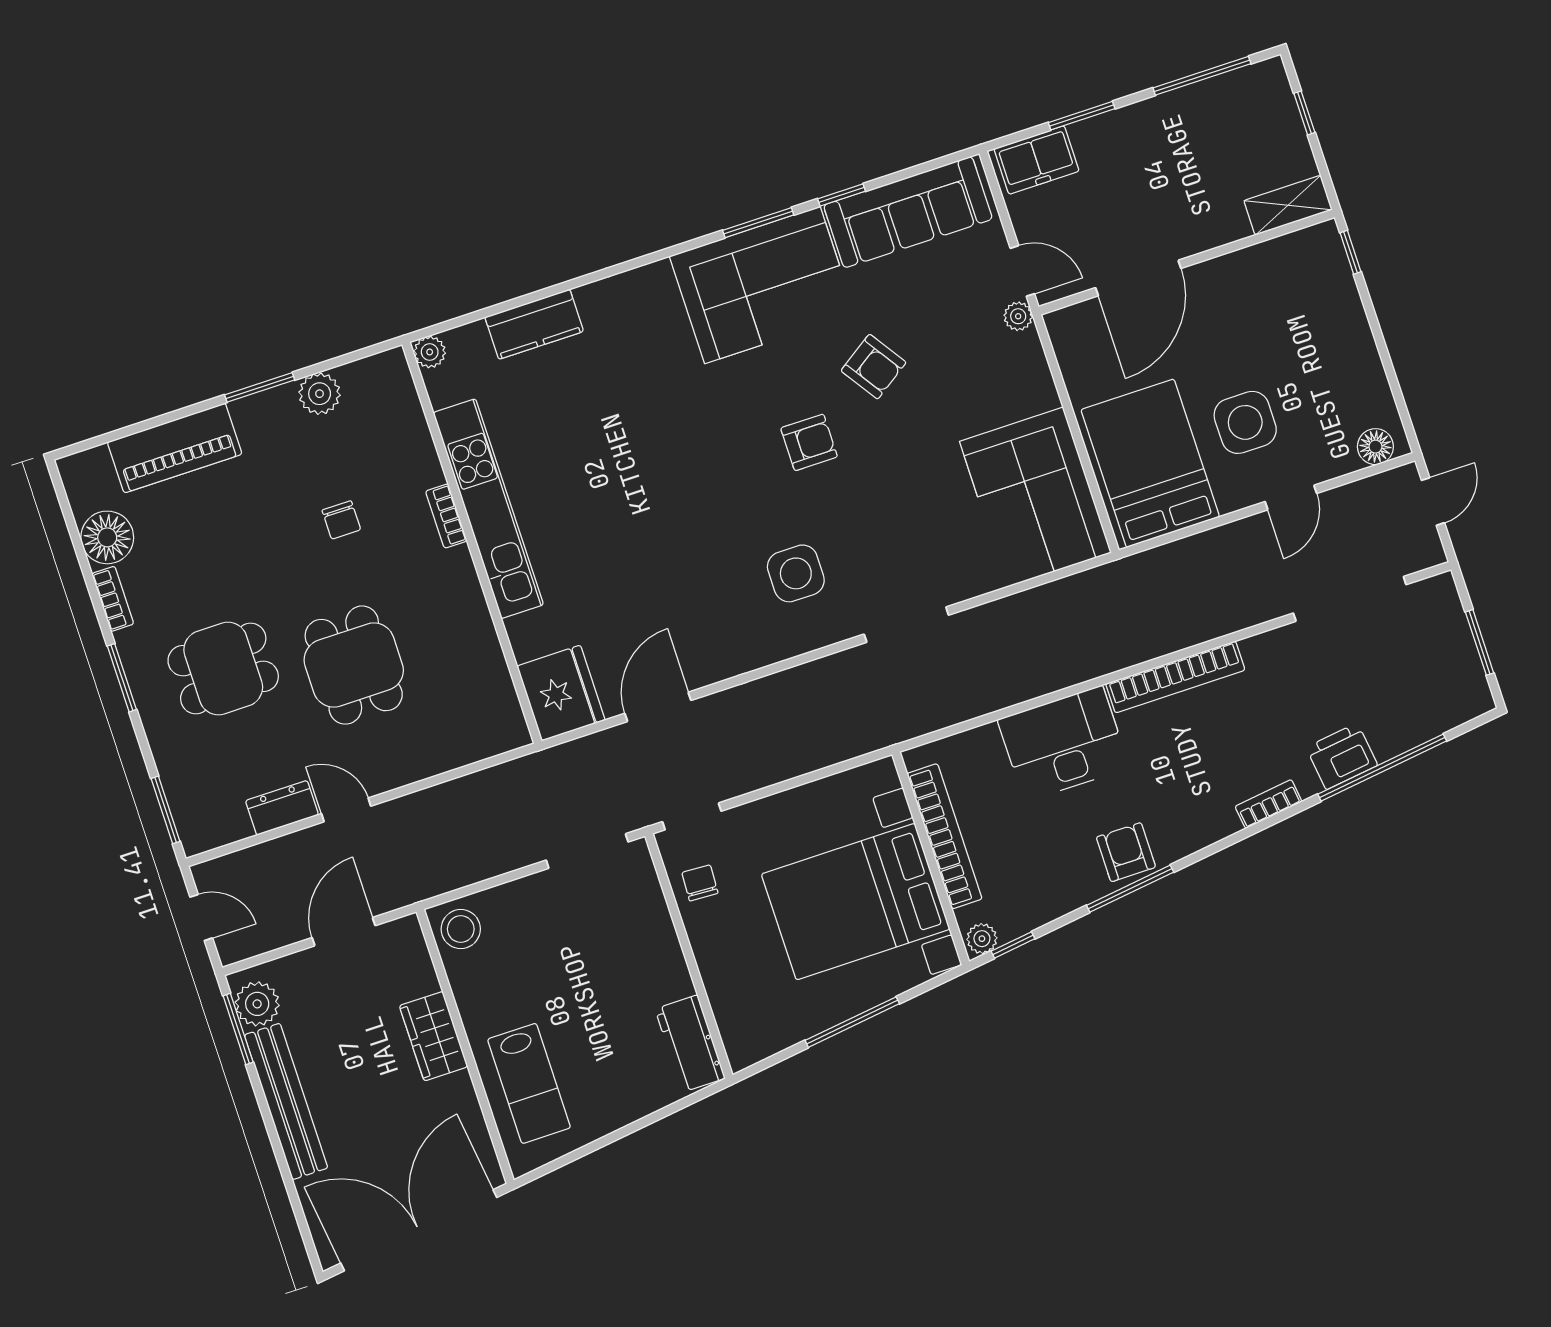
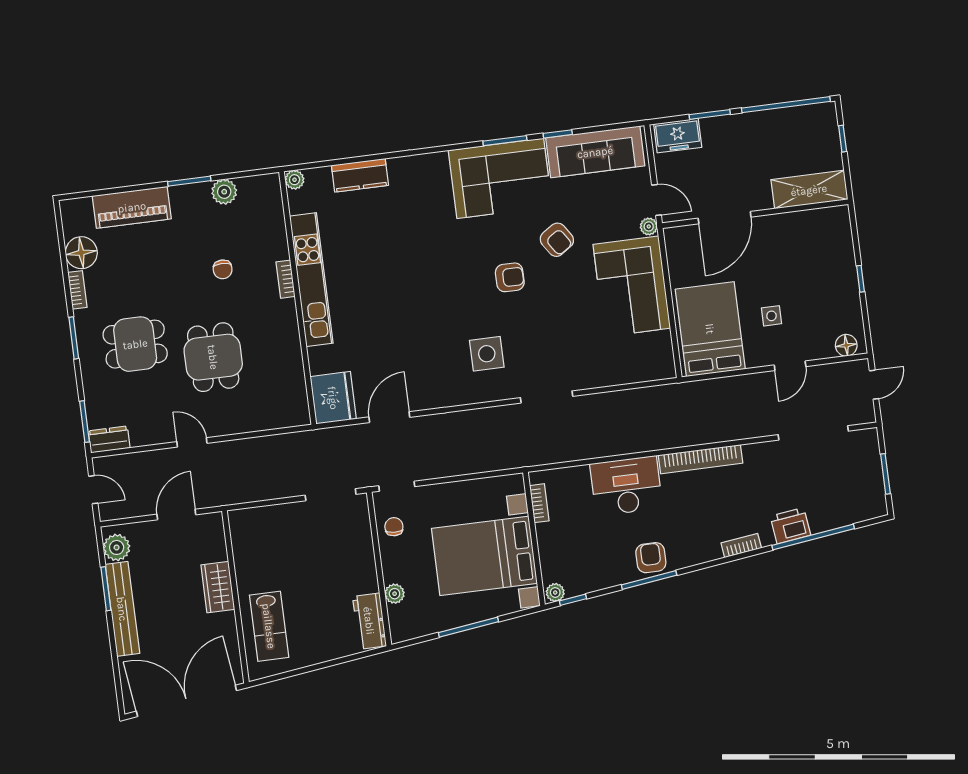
window: (1202, 76) -> (786, 105), width x1.46
shelving: (1288, 205) -> (809, 190), width x1.50, depth x1.33
window: (1350, 252) -> (860, 279), moved
side table: (1245, 422) -> (771, 316), width x0.54, depth x0.54
corner sofa: (1035, 497) -> (632, 286), moved
dresser: (282, 808) -> (109, 439), moved
bookcase: (945, 836) -> (539, 503), width x0.43, depth x0.76
stool: (461, 929) -> (246, 527), removed
plant: (722, 991) -> (395, 594), added
window: (238, 1029) -> (106, 589), moved

